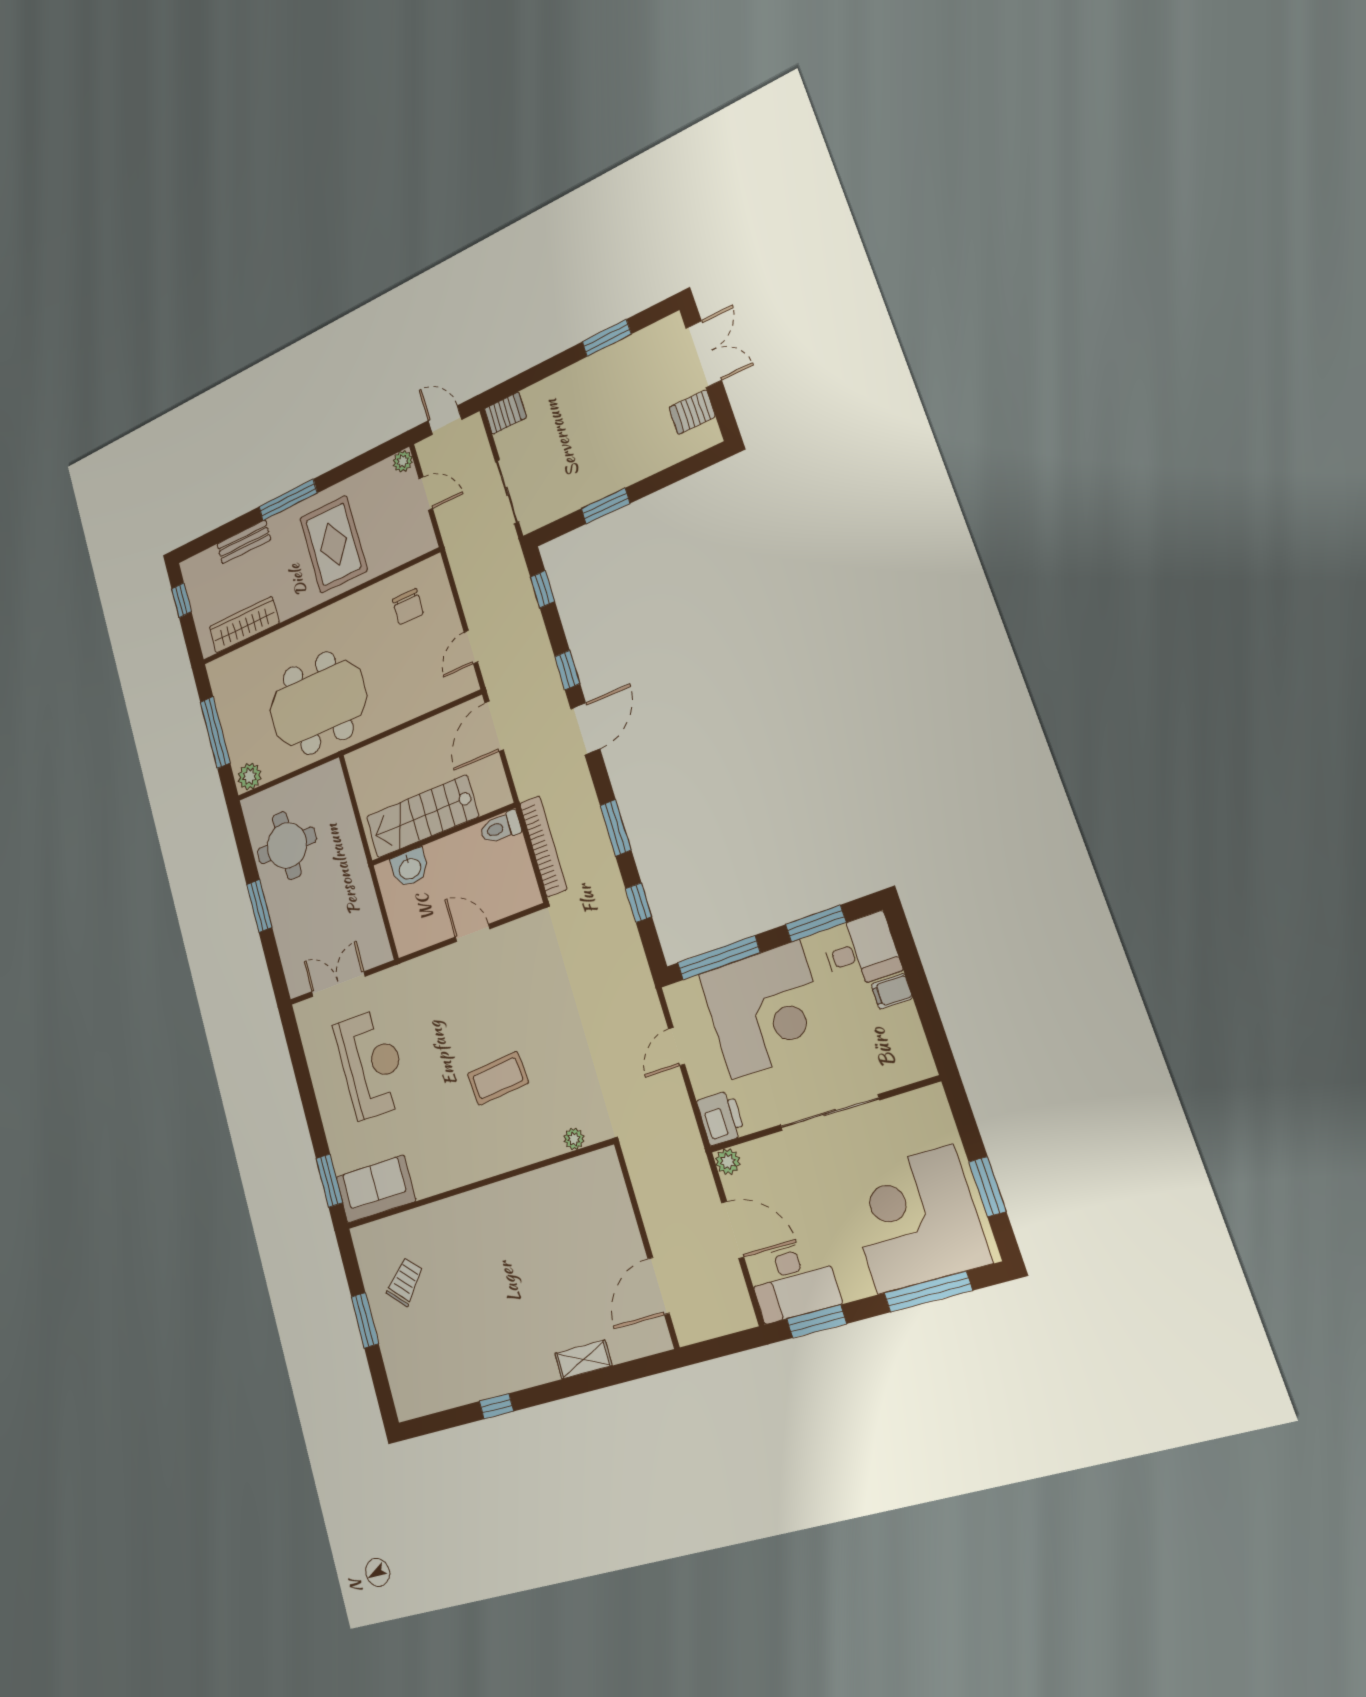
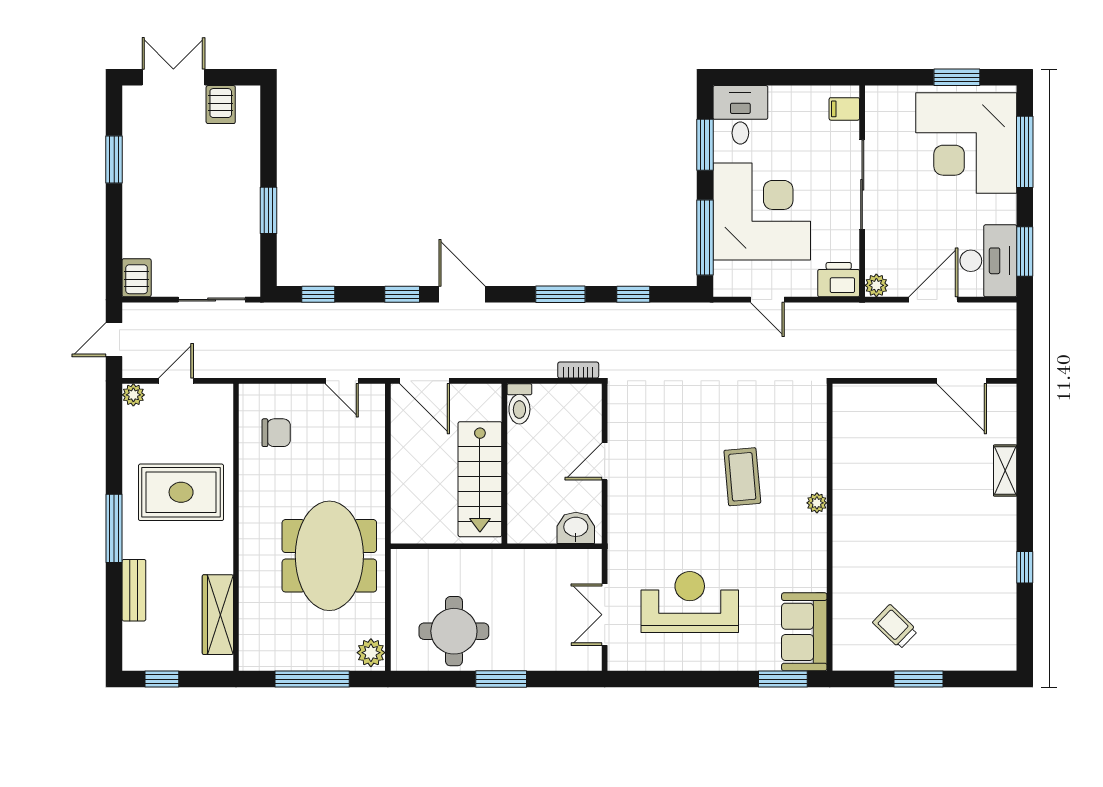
bookcase: (543, 846) -> (578, 370), width x0.43, depth x0.76
washbasin: (410, 868) -> (576, 528), moved, turned -90
filing cabinet: (892, 991) -> (844, 109), moved, turned 90
plant: (574, 1139) -> (817, 503), moved

